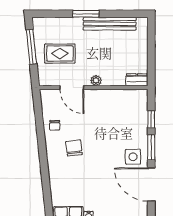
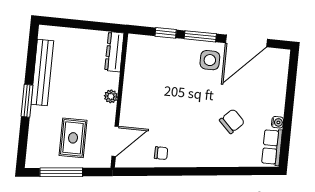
dresser: (137, 80) -> (114, 52), width x1.44
door: (72, 88) -> (115, 141), moved
chair: (74, 148) -> (232, 121), moved, turned 142

